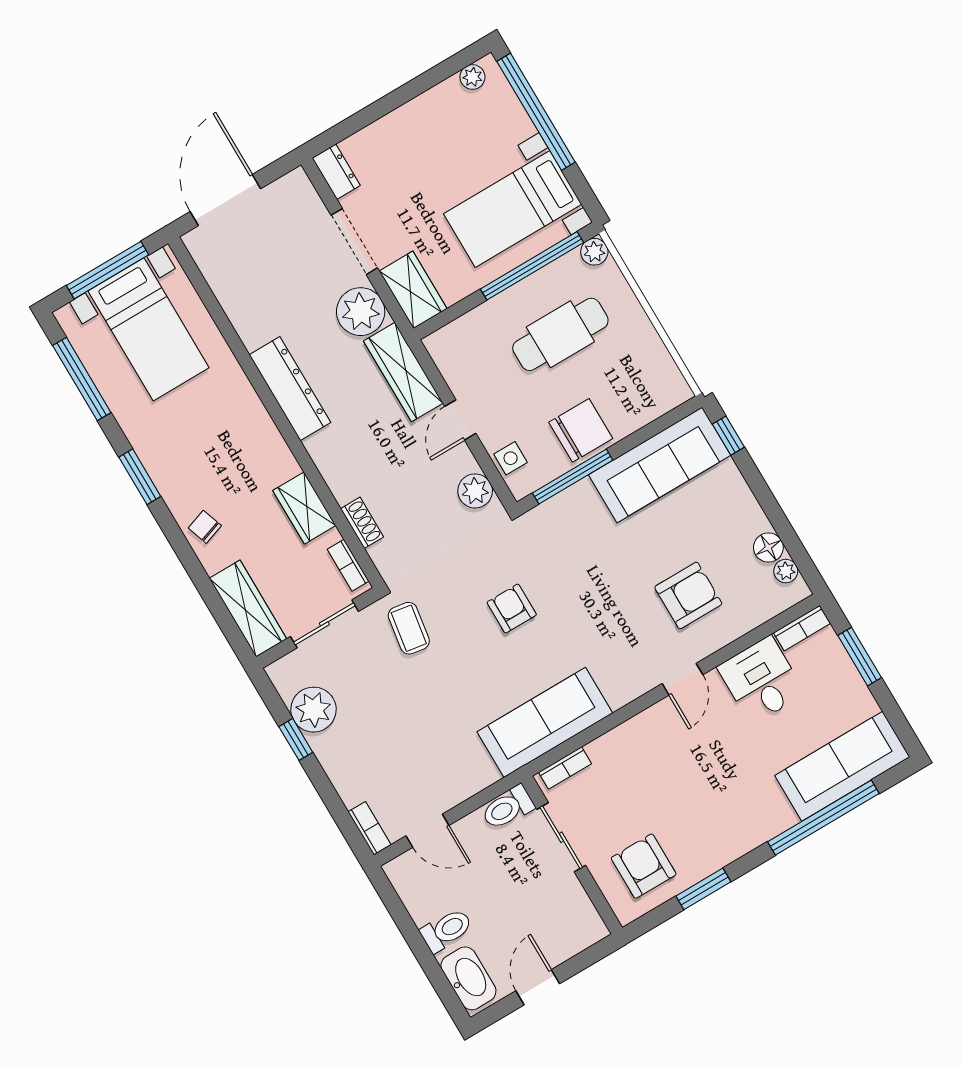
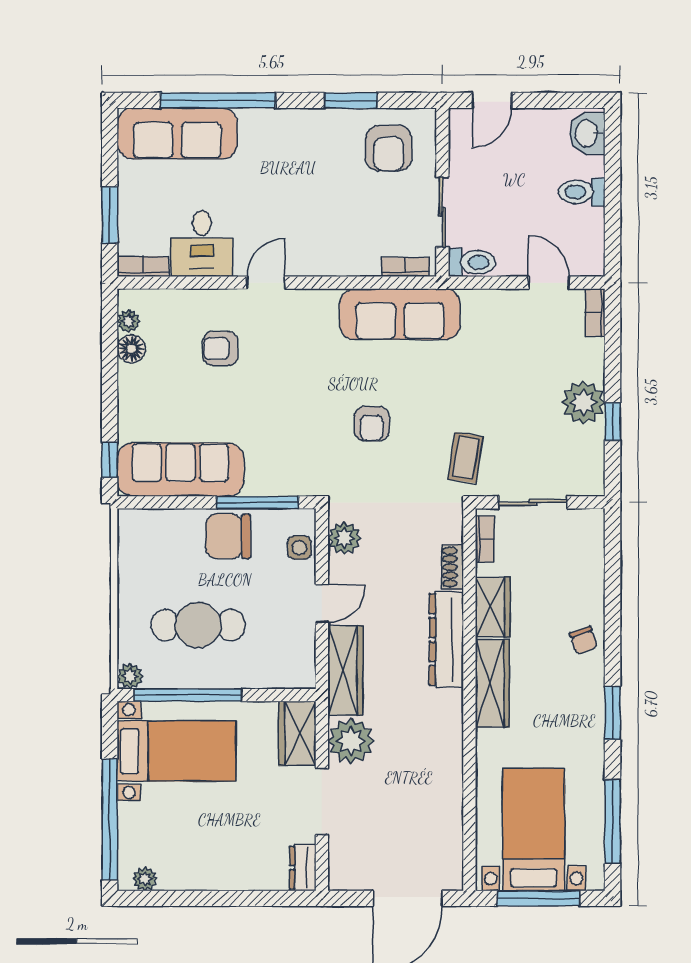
dresser: (290, 389) -> (446, 640), moved
armchair: (688, 595) -> (220, 349), width x0.72, depth x0.72
wardrobe: (248, 609) -> (492, 683), moved, turned 180
plant: (313, 710) -> (583, 402), moved
washbasin: (468, 978) -> (587, 133), width x0.72
door: (538, 987) -> (492, 100), moved

